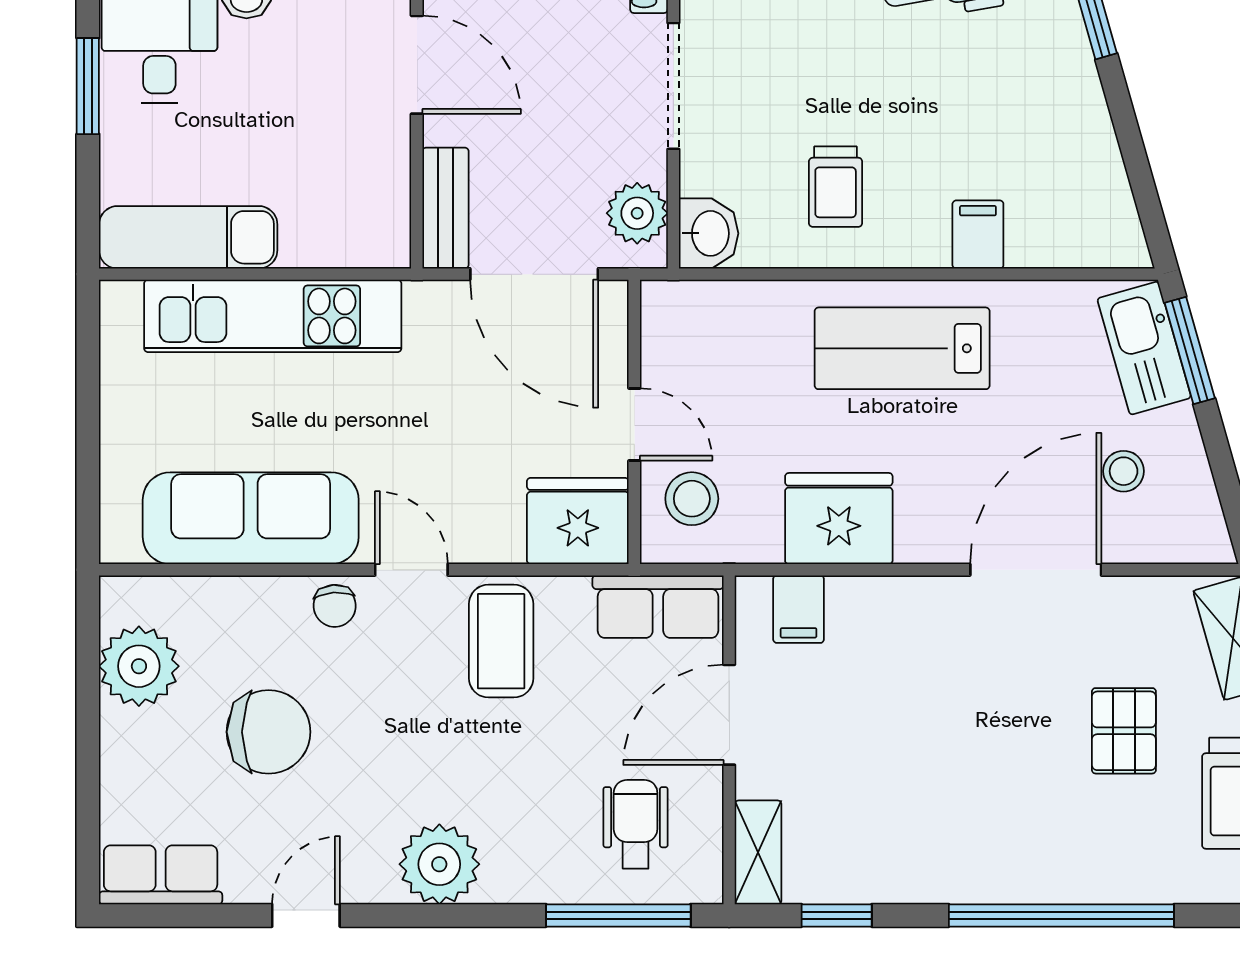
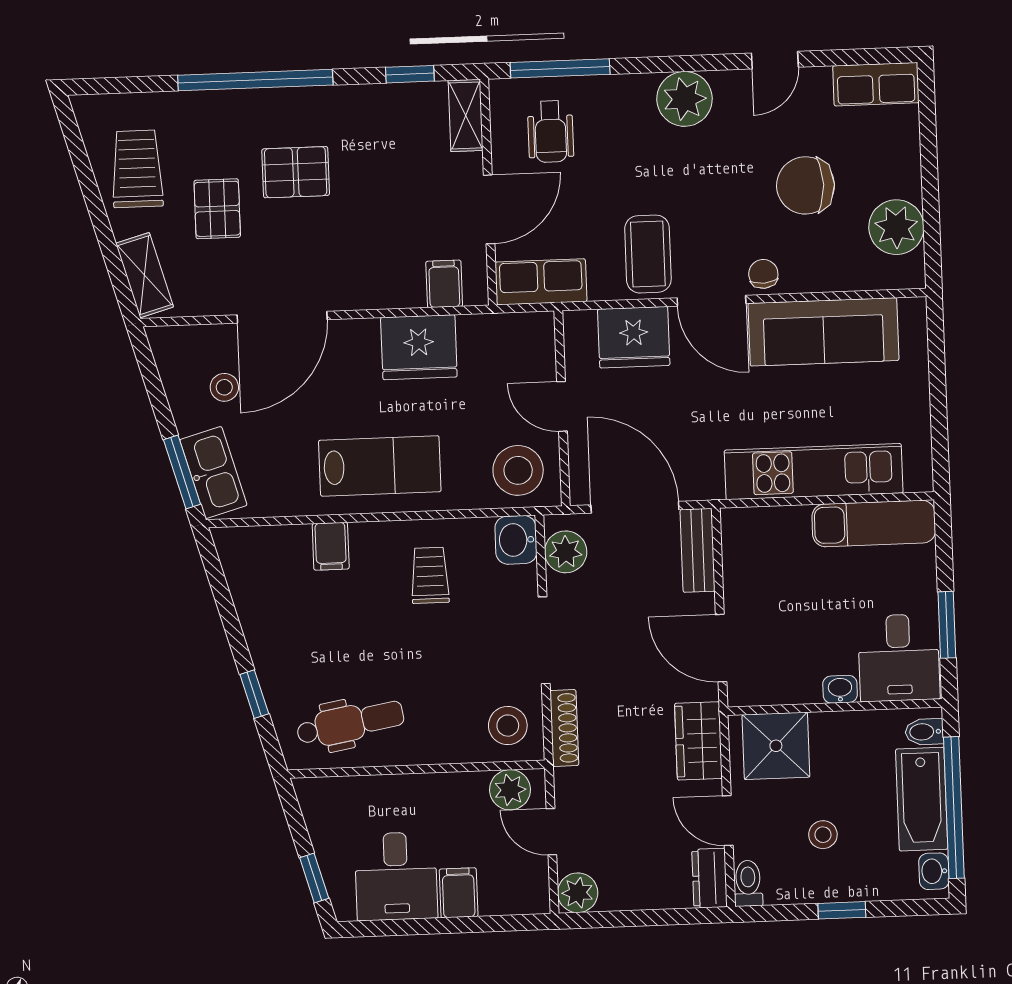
stool: (692, 499) -> (518, 470), moved, width x1.38, depth x1.38
fridge: (578, 521) -> (634, 337), moved
door: (411, 570) -> (712, 301), width x1.37
pallet: (1008, 780) -> (296, 172), added

